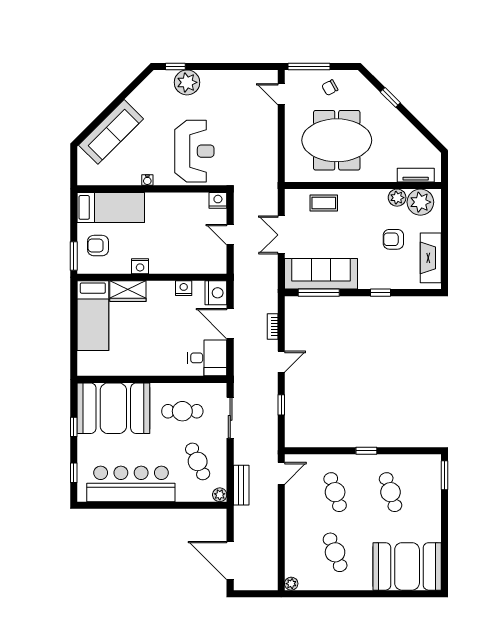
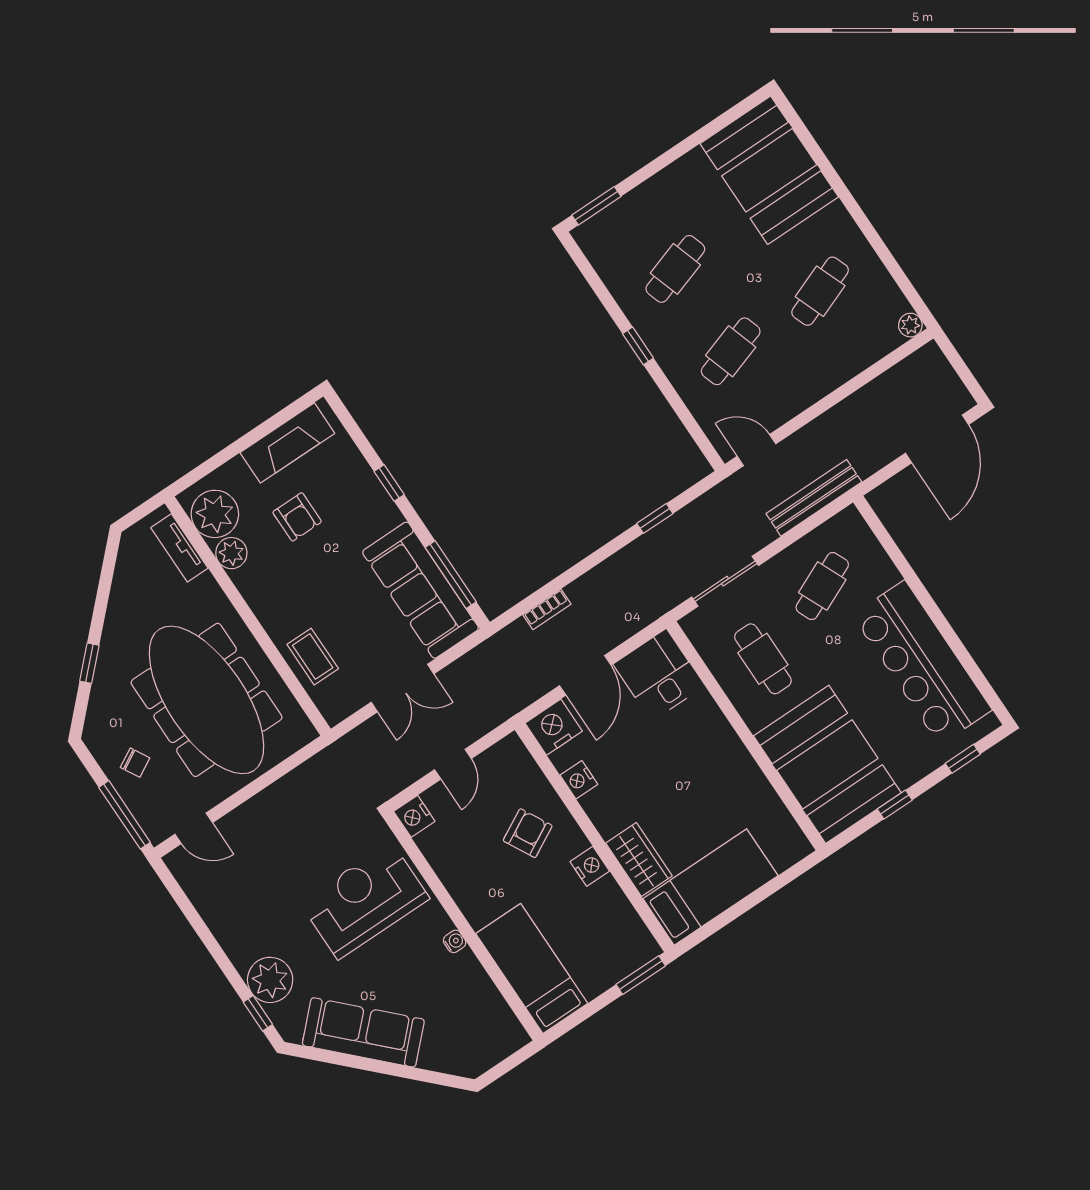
door: (281, 94) -> (194, 828), hinge flipped
sofa: (111, 132) -> (363, 1032), moved
meeting table: (337, 140) -> (207, 700), width x1.36
armchair: (98, 246) -> (528, 833), moved, turned -118
door: (281, 362) -> (591, 562), removed
bench: (241, 485) -> (814, 498), width x1.36
plant: (220, 495) -> (850, 520), removed

